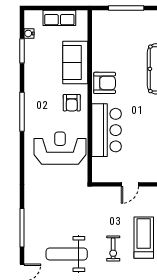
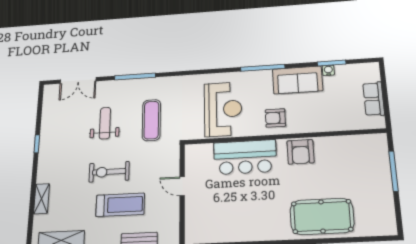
water cooler: (29, 33) -> (328, 70), moved
sofa: (75, 62) -> (298, 80), moved, turned 180
exercise mat: (66, 212) -> (151, 120), added
exercise bike: (113, 248) -> (109, 172), width x1.38, depth x1.39
weight bench: (67, 254) -> (105, 123), width x0.73, depth x0.75

